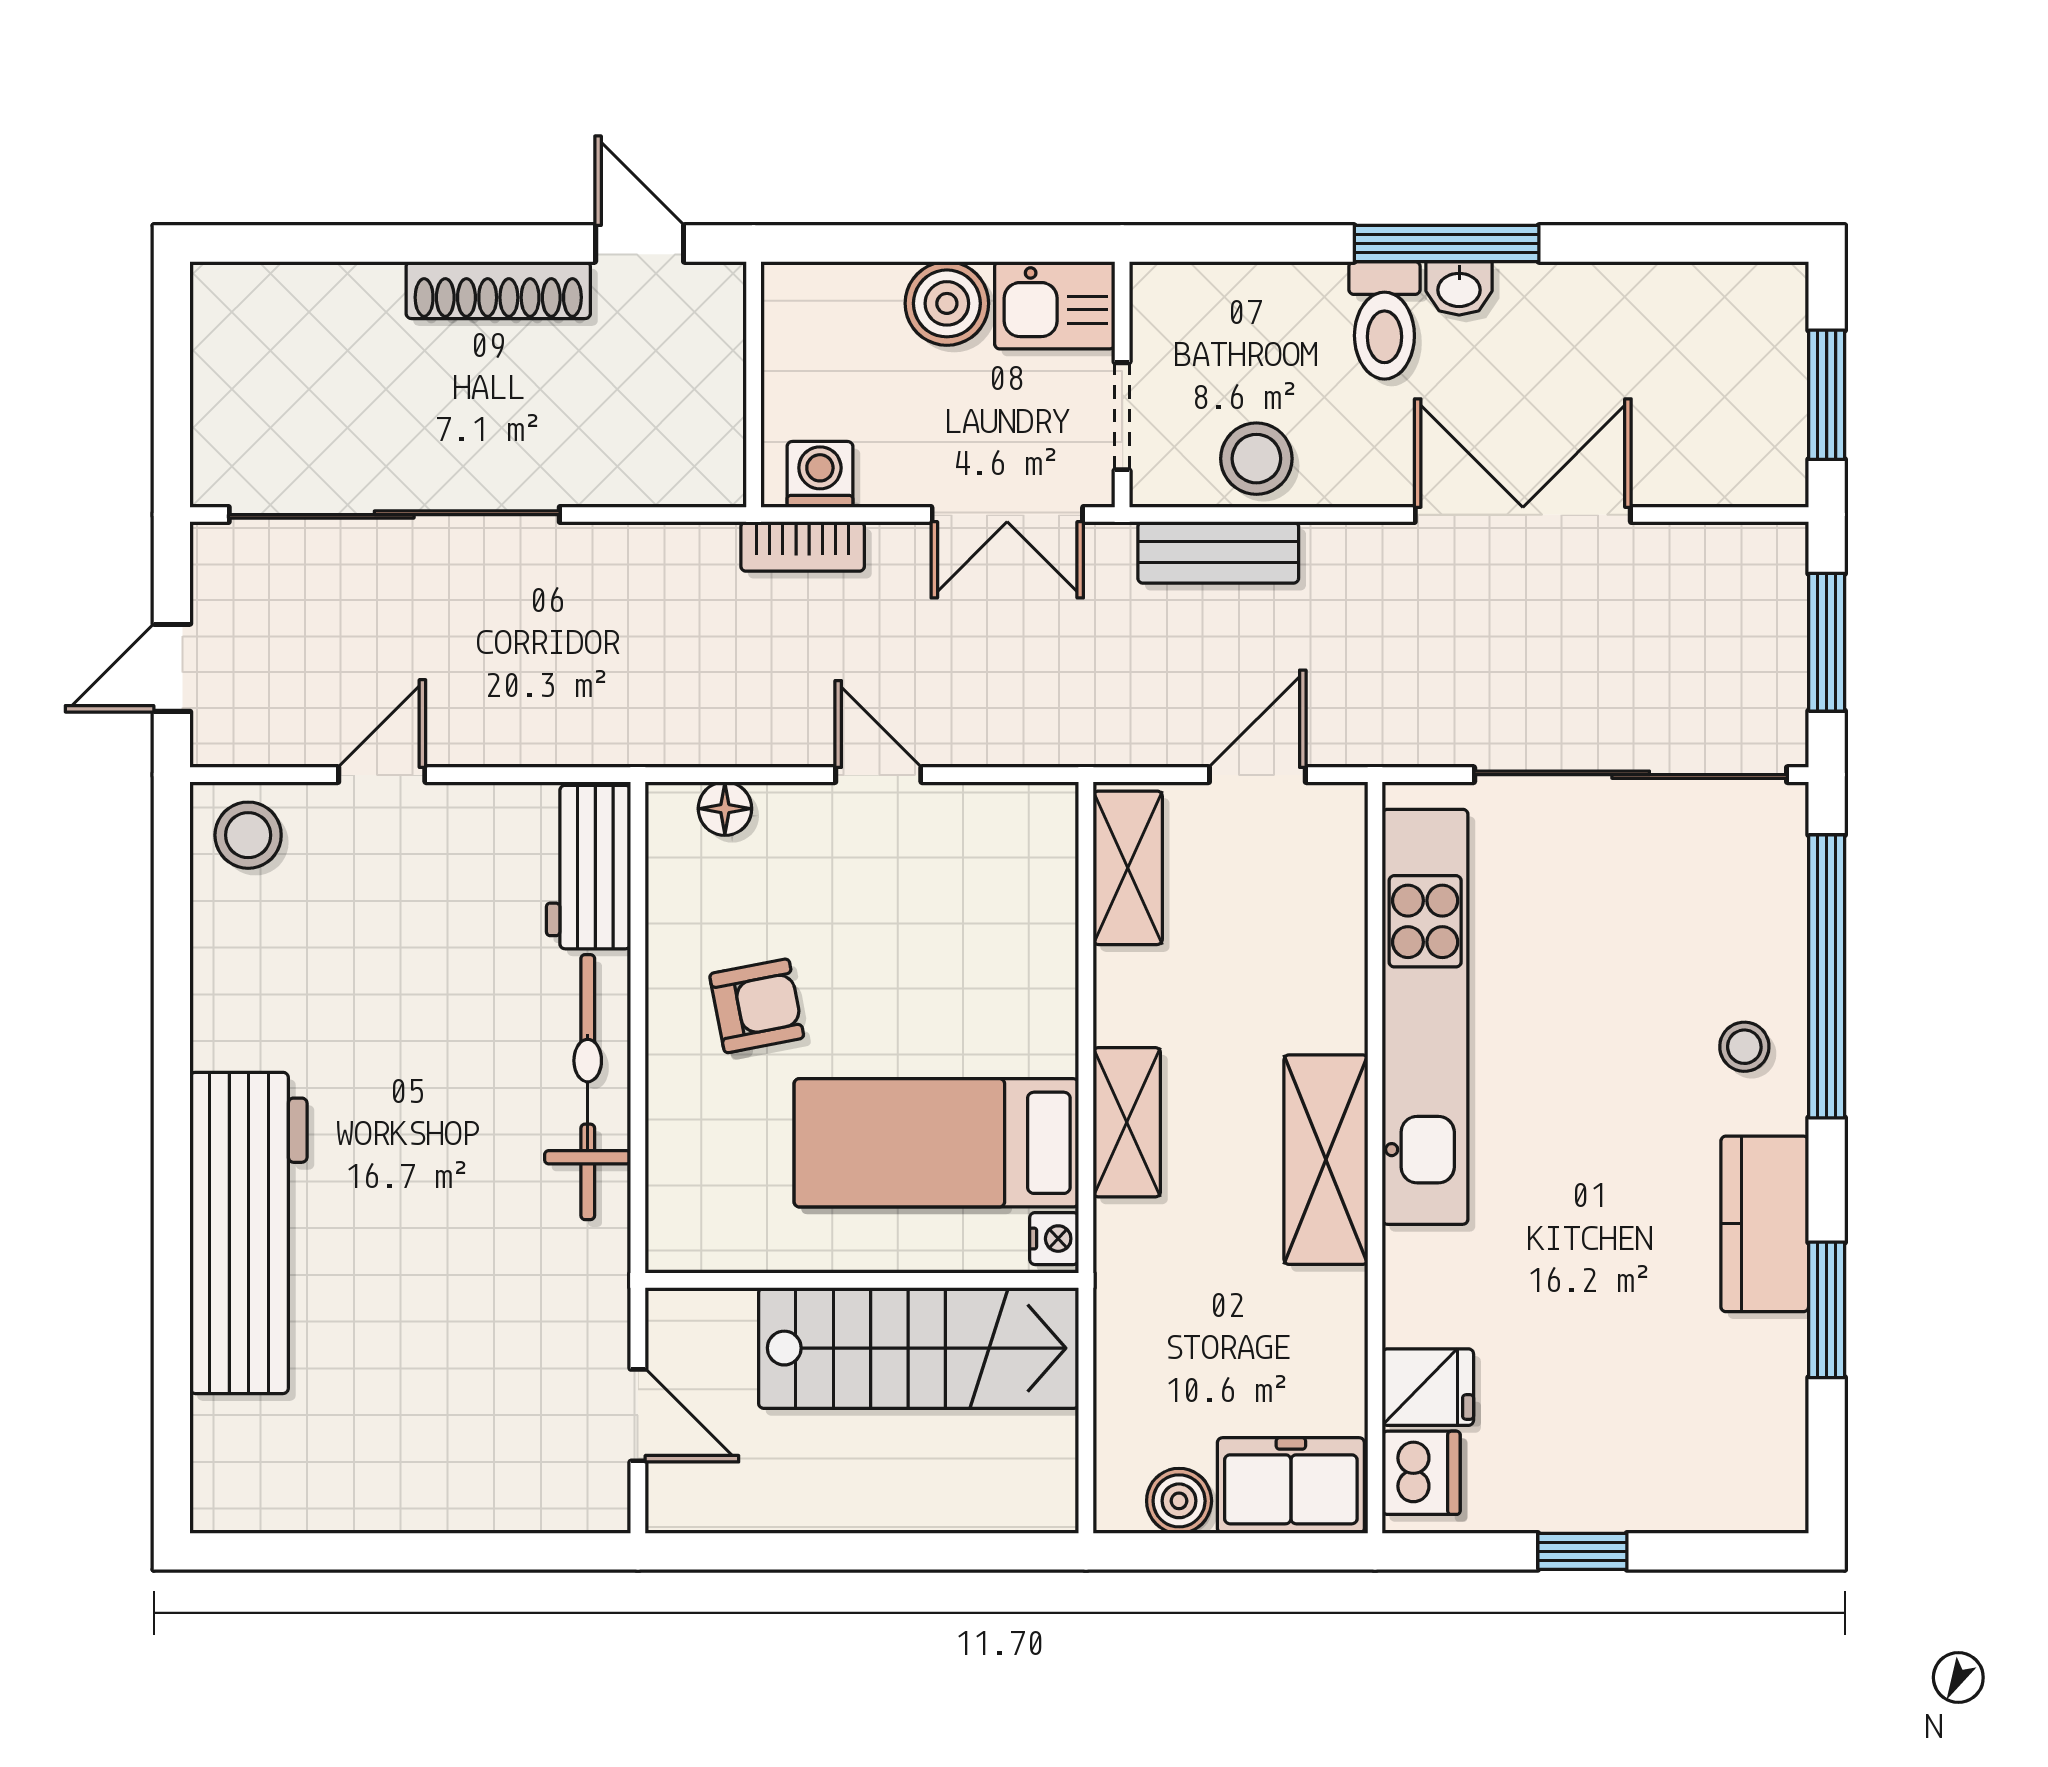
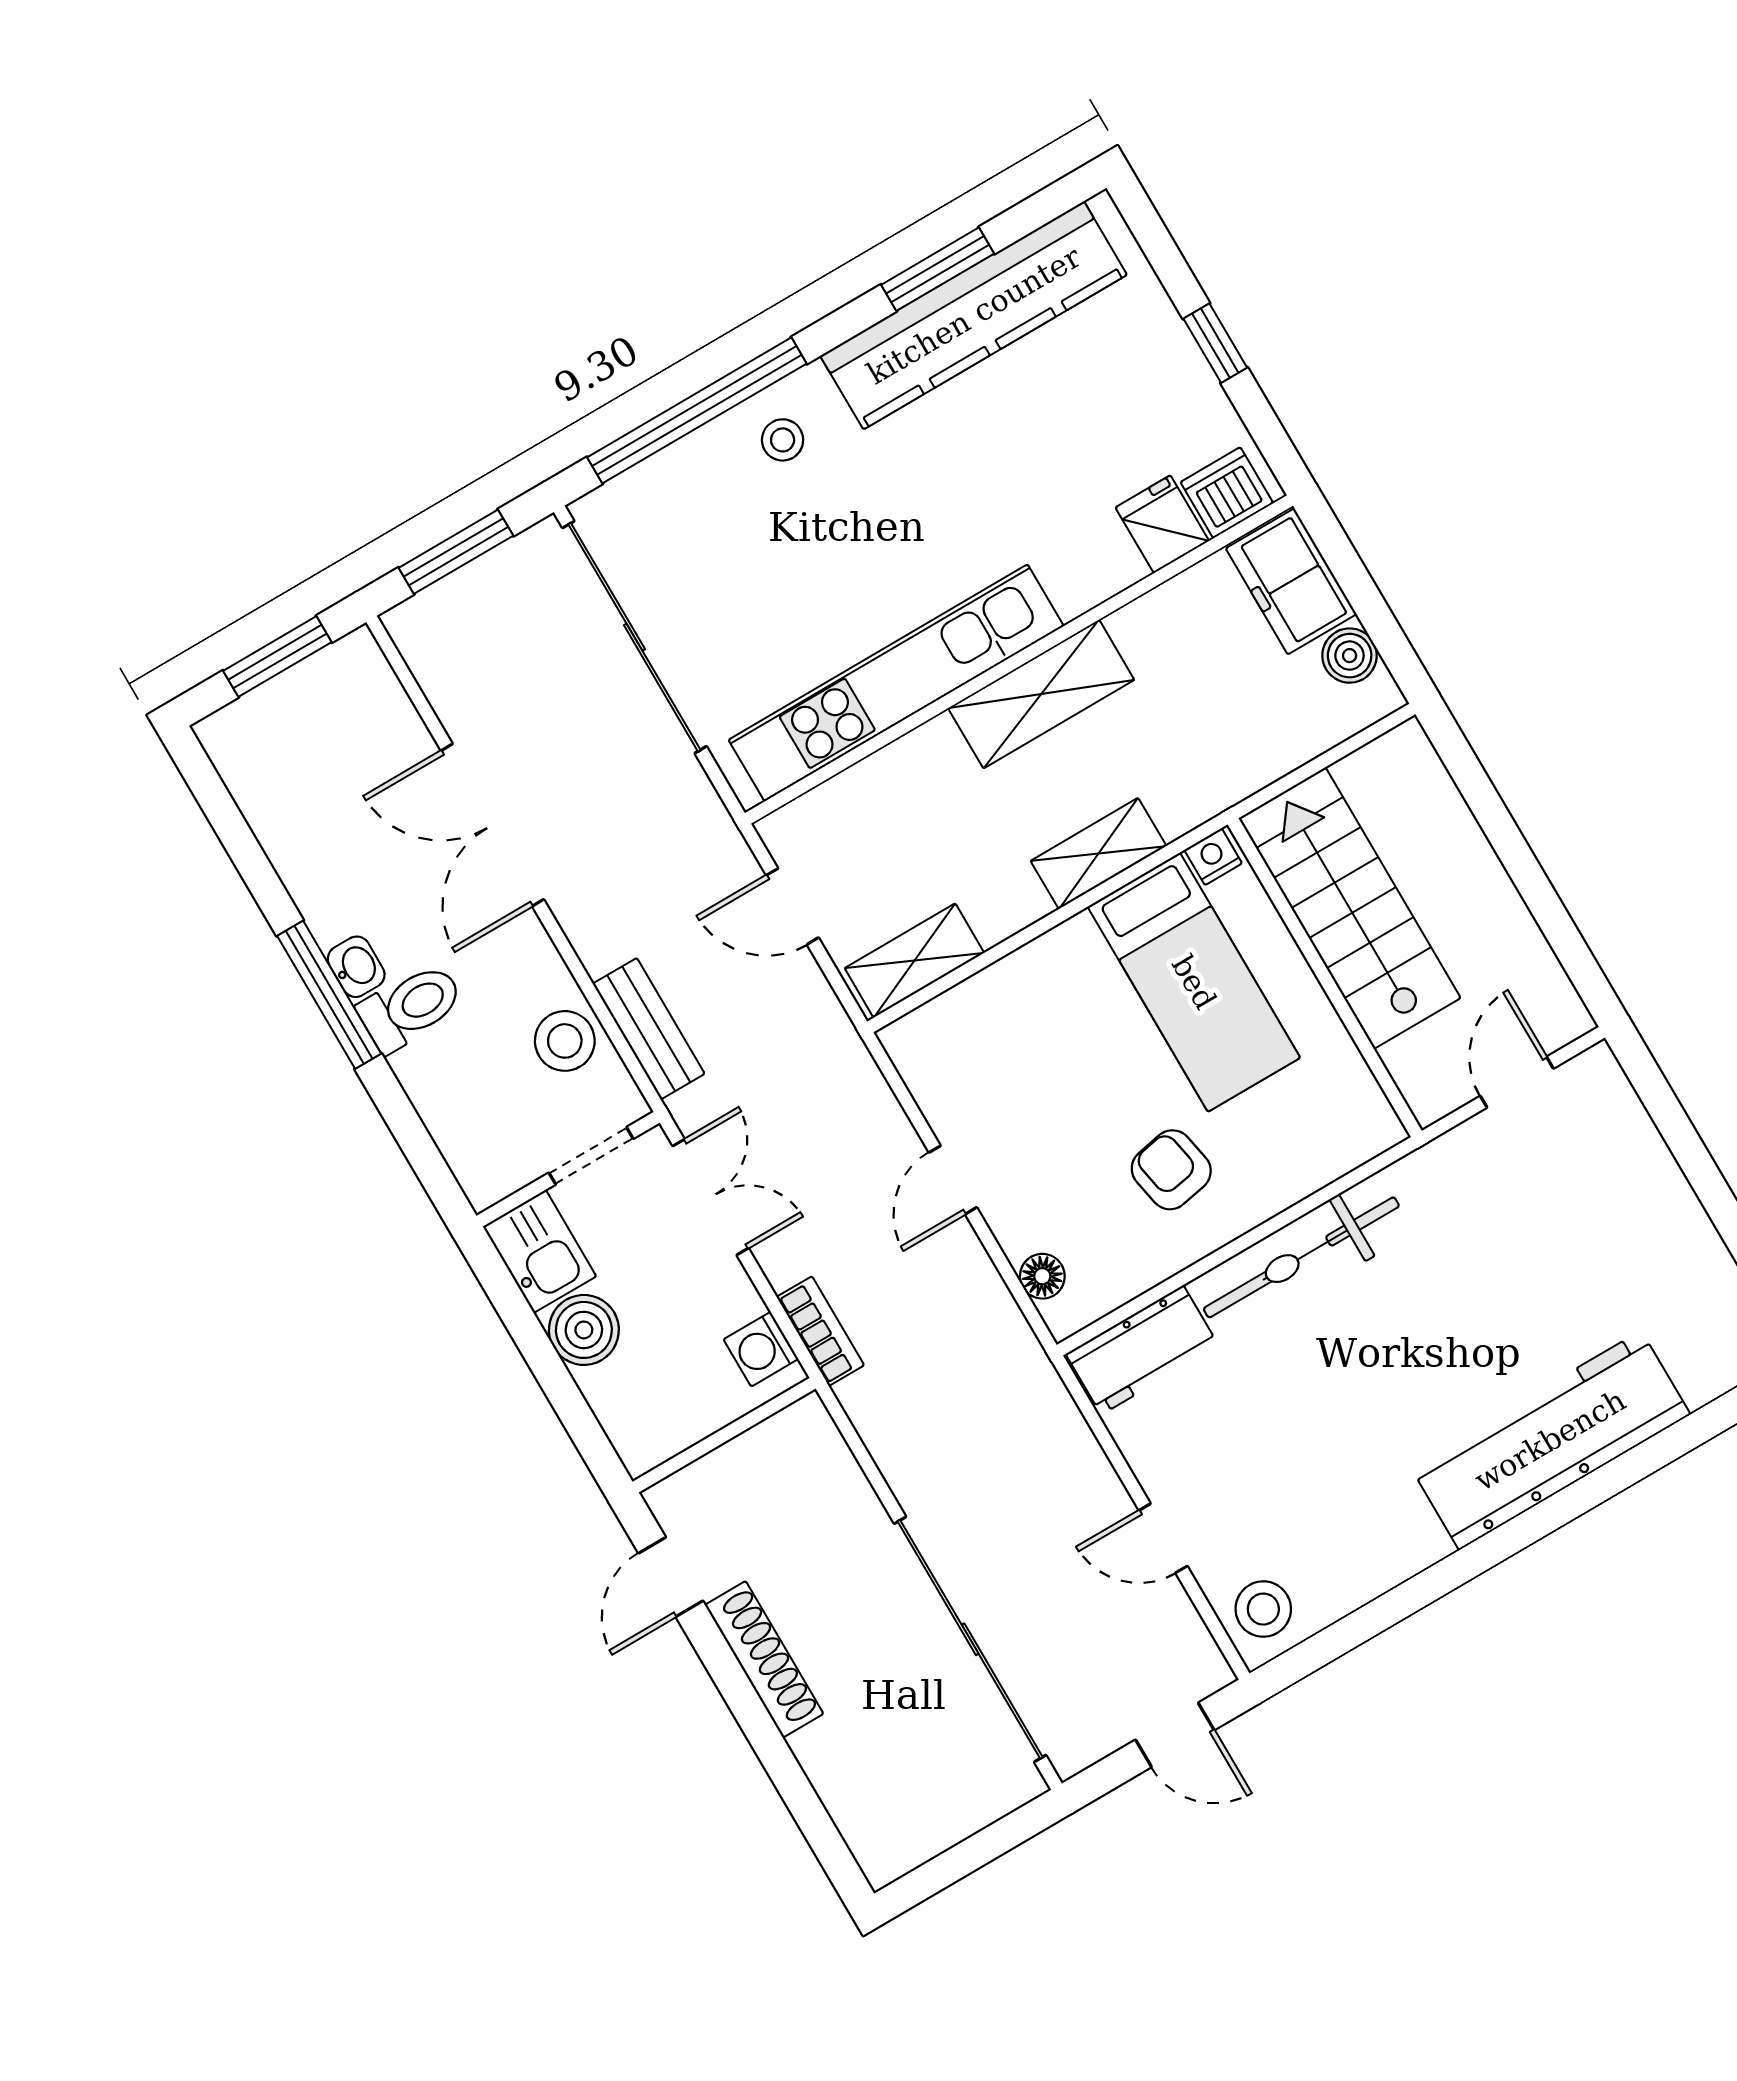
kitchen counter: (1765, 1224) -> (974, 315), width x2.08, depth x1.17

